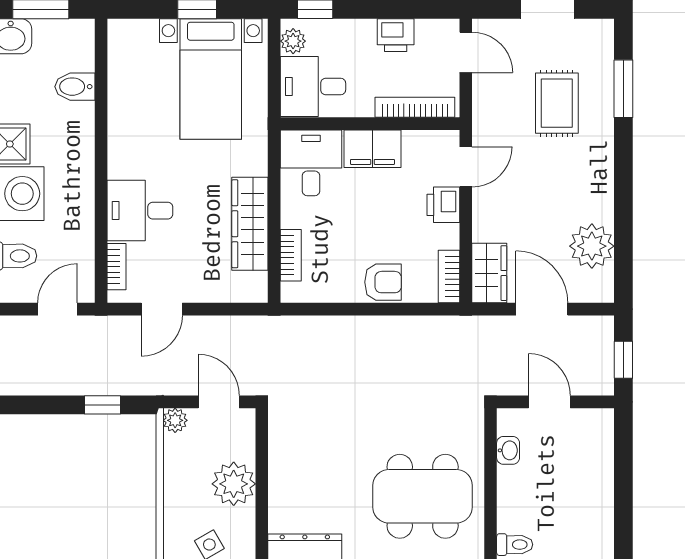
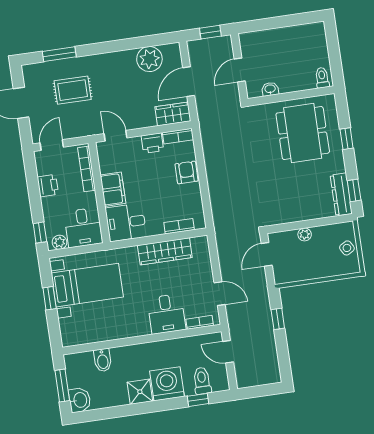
printer: (443, 205) -> (152, 143), moved
plant: (175, 420) -> (280, 277), removed
plant: (234, 484) -> (305, 234), width x0.53, depth x0.53

